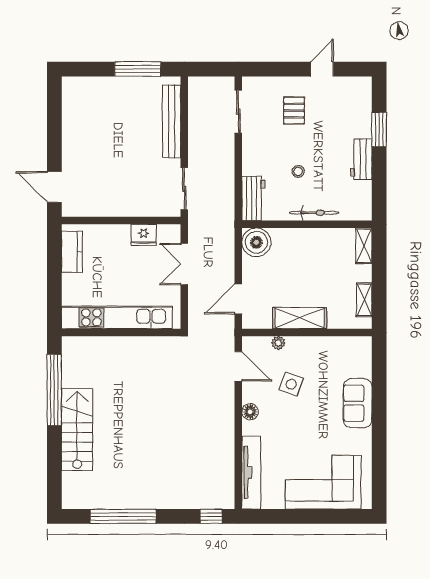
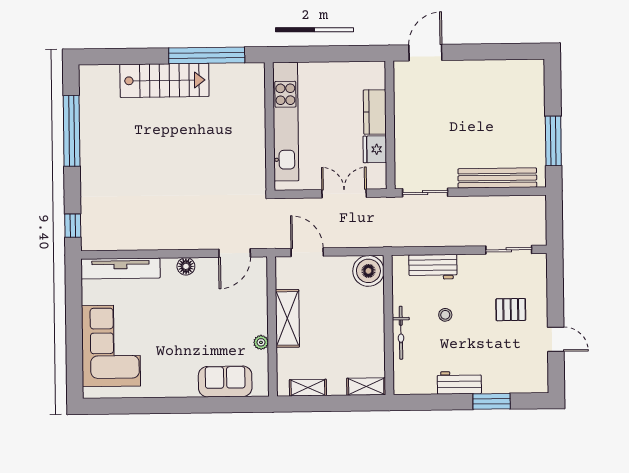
workbench: (253, 198) -> (433, 267), moved
kitchen counter: (72, 252) -> (375, 112), moved, turned 90
plant: (278, 343) -> (261, 342), moved
side table: (291, 384) -> (216, 310), removed
sofa: (358, 403) -> (225, 381), moved

